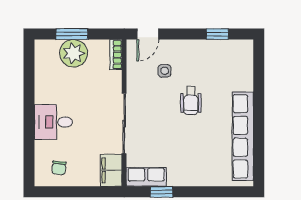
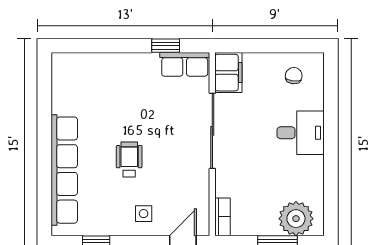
plant: (74, 53) -> (296, 219), moved
side table: (165, 71) -> (144, 214), moved
row of seats: (243, 136) -> (64, 170), moved

